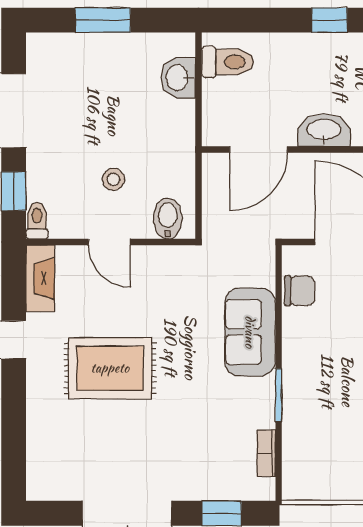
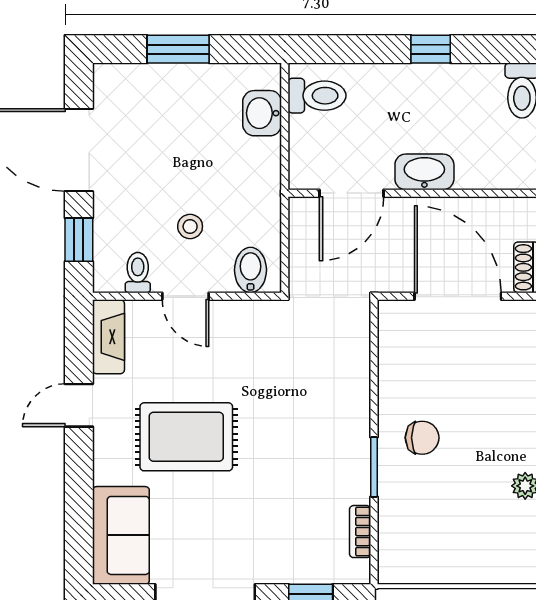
toilet: (37, 221) -> (138, 273), moved
chair: (300, 291) -> (422, 438), moved
sofa: (250, 332) -> (121, 535), moved, turned 180

